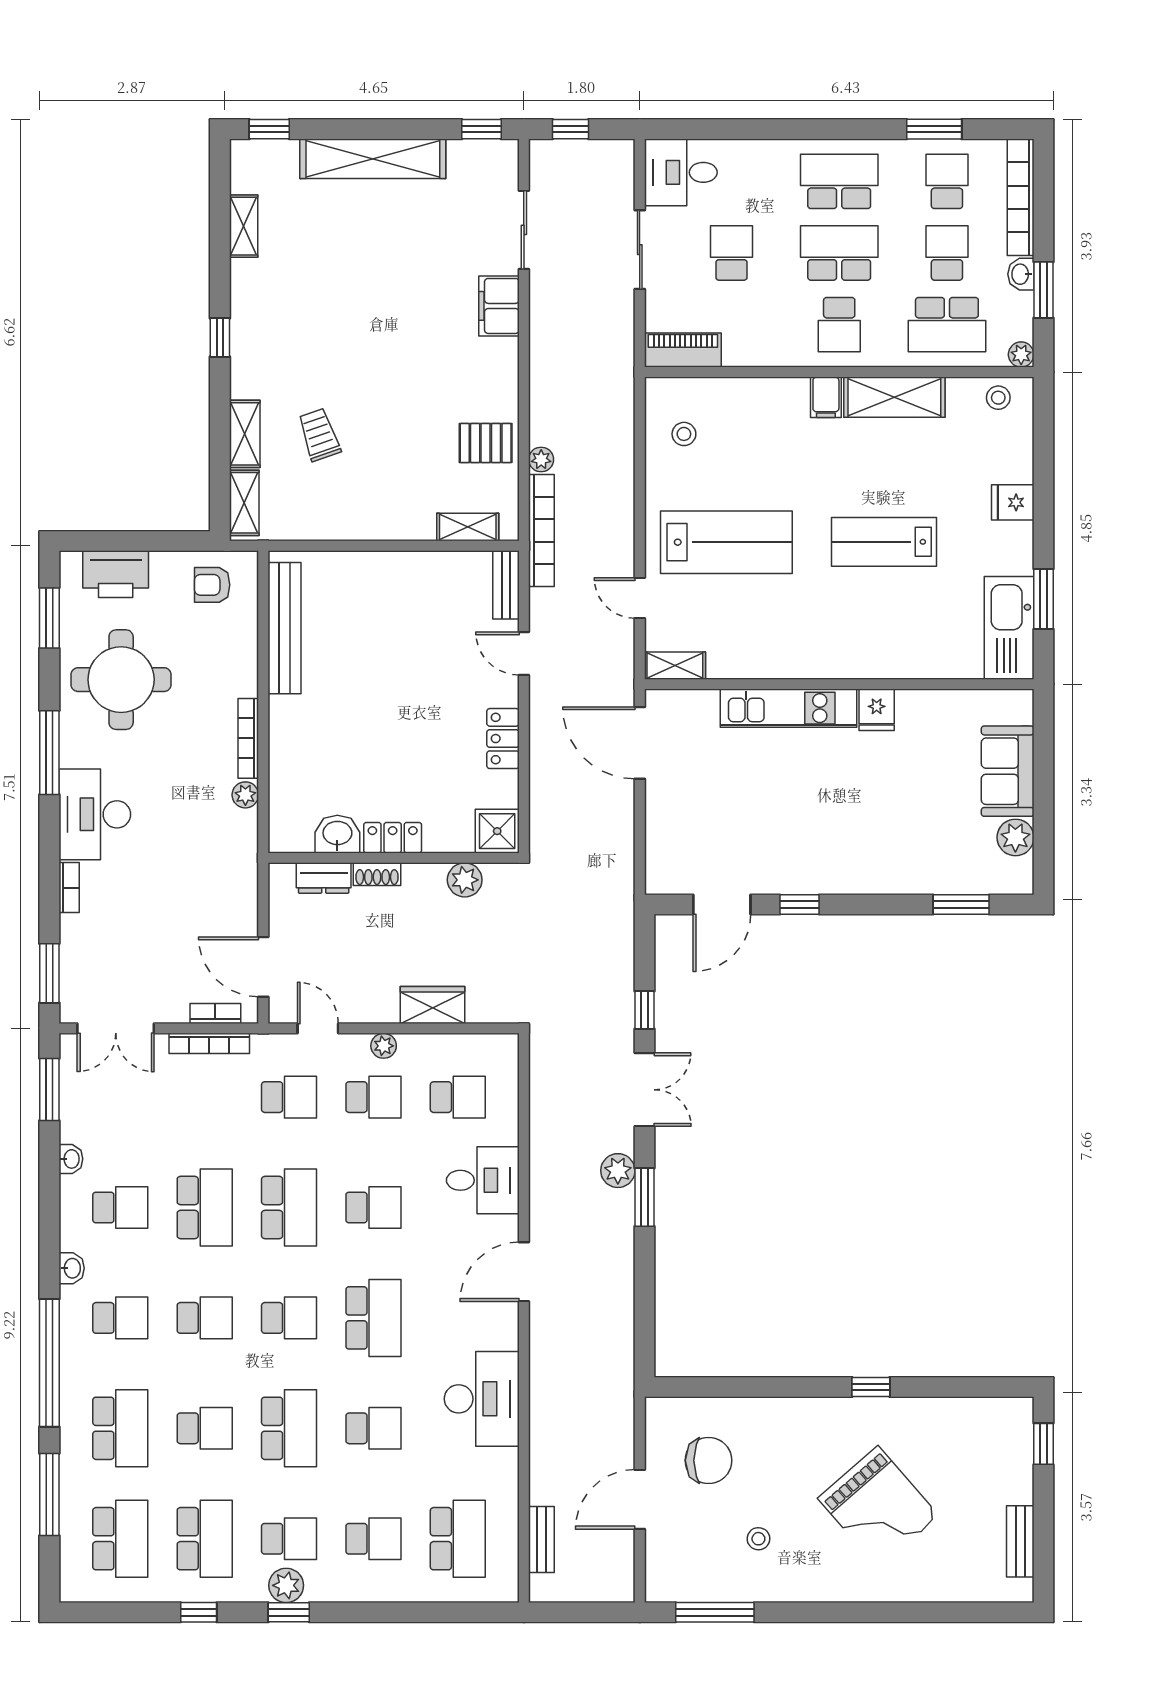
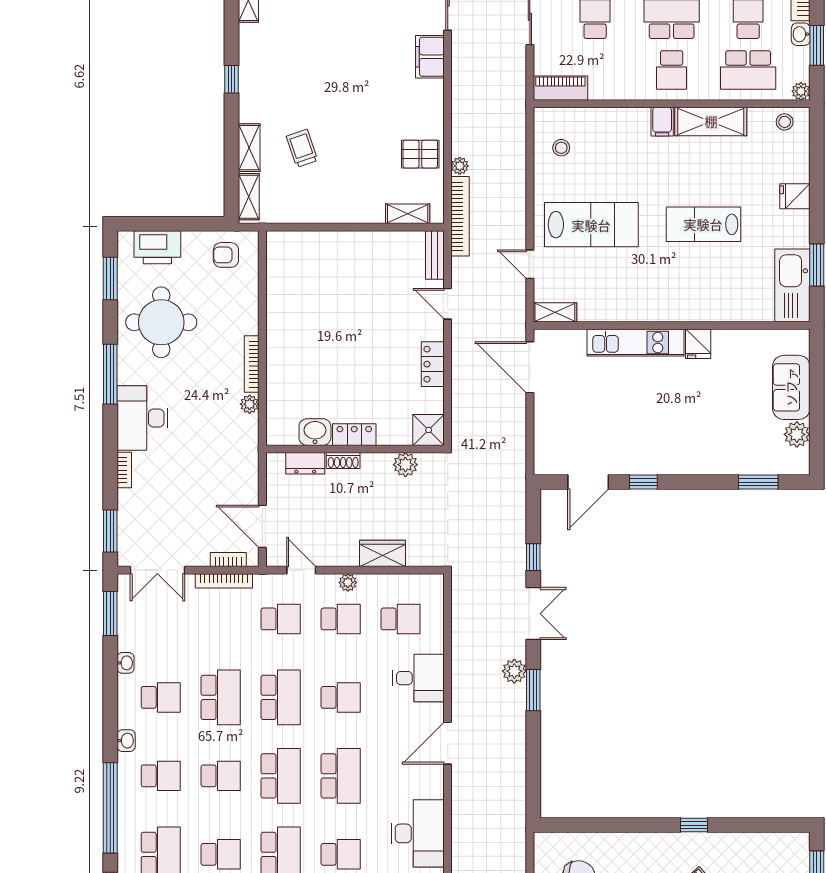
bench: (284, 628) -> (277, 286), removed
school desk: (289, 1318) -> (281, 776), width x1.85

